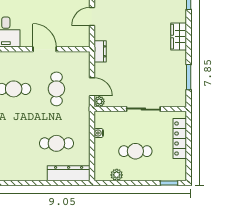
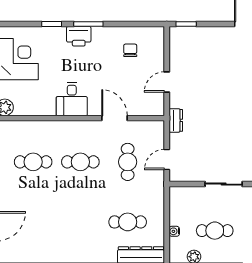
door: (92, 87) -> (167, 160), swing flipped
plant: (99, 102) -> (175, 176), removed
water cooler: (99, 133) -> (174, 231), moved

